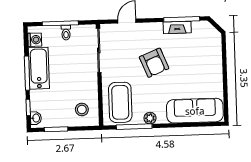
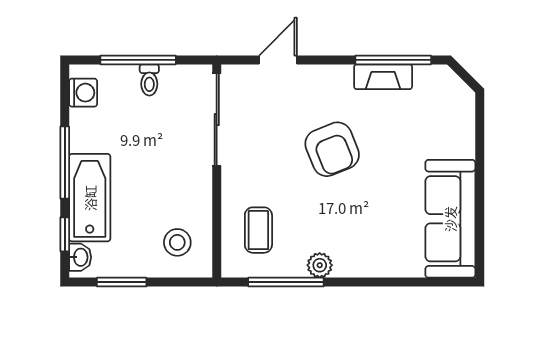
bathtub: (39, 68) -> (90, 198), moved
coffee table: (120, 102) -> (258, 230), width x0.54, depth x0.58
sofa: (195, 111) -> (450, 219), moved, turned -90

